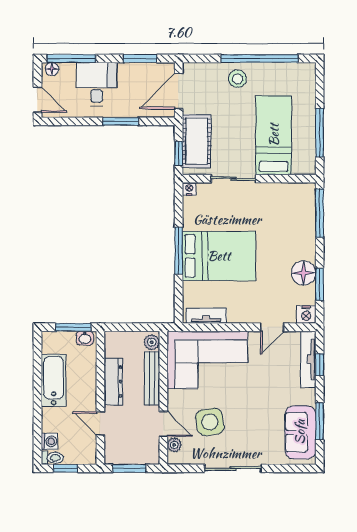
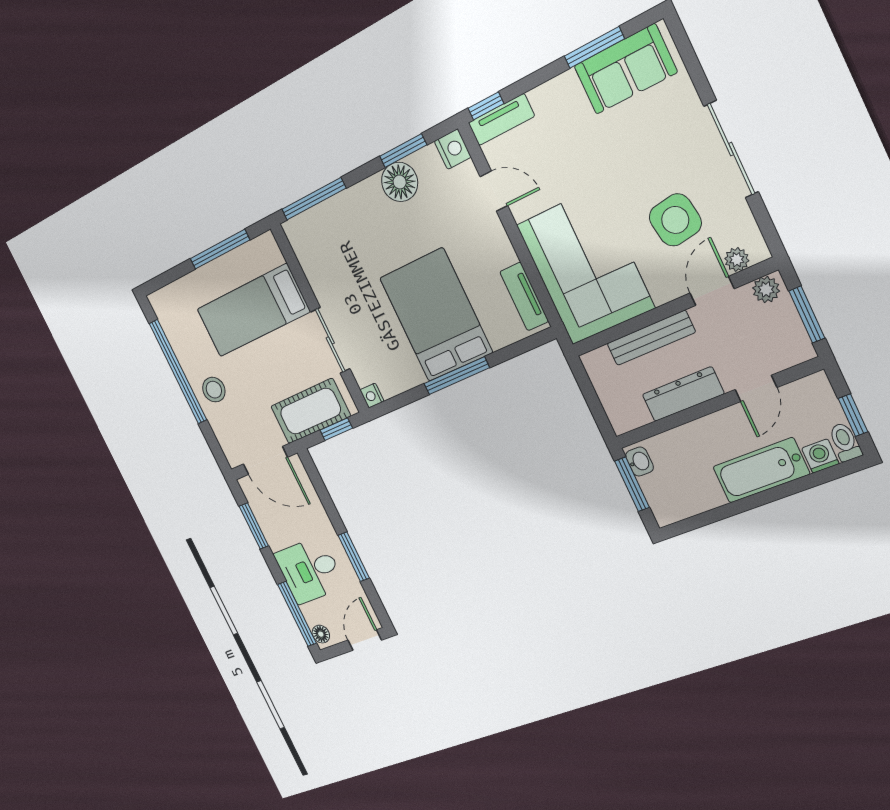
window: (121, 121) -> (354, 557), moved
plant: (152, 342) -> (766, 290), moved
tv unit: (308, 359) -> (501, 120), width x0.71
window: (320, 365) -> (486, 106), moved
bathtub: (54, 380) -> (761, 470), moved

